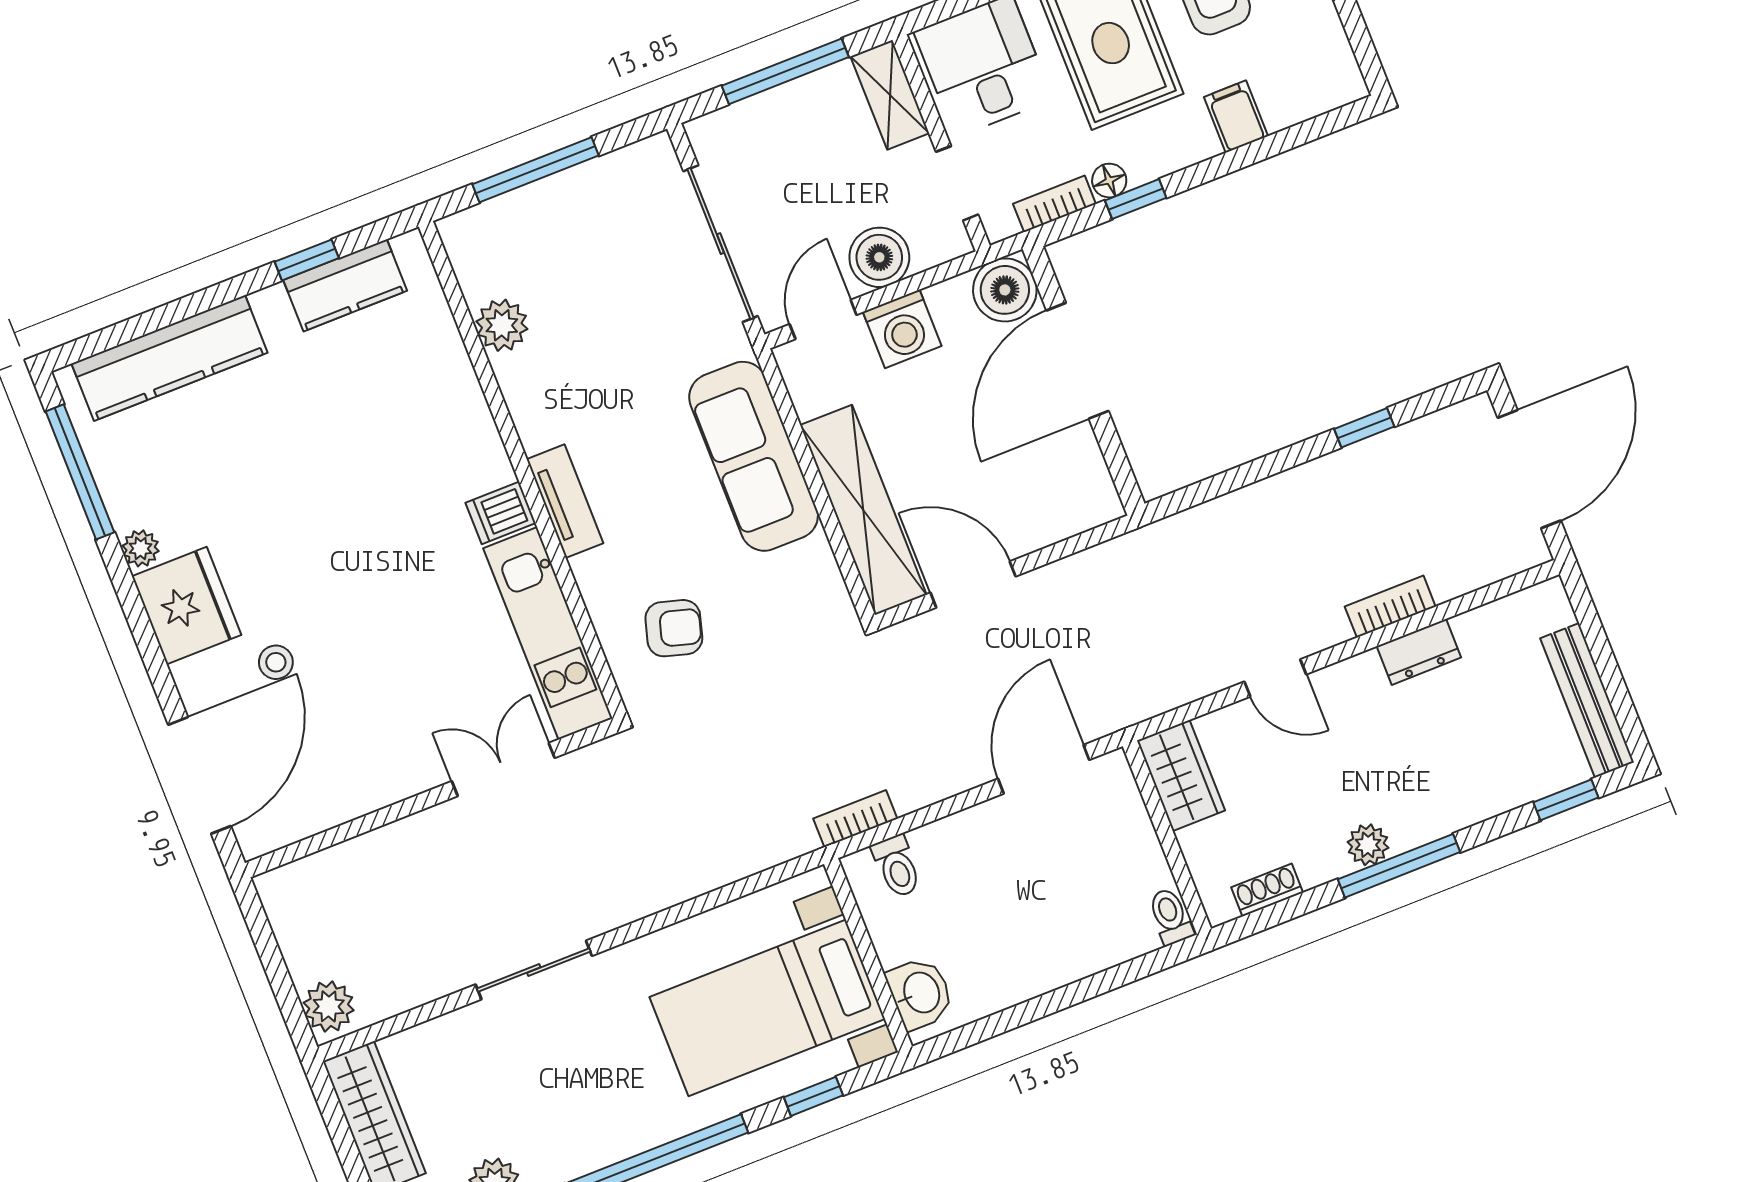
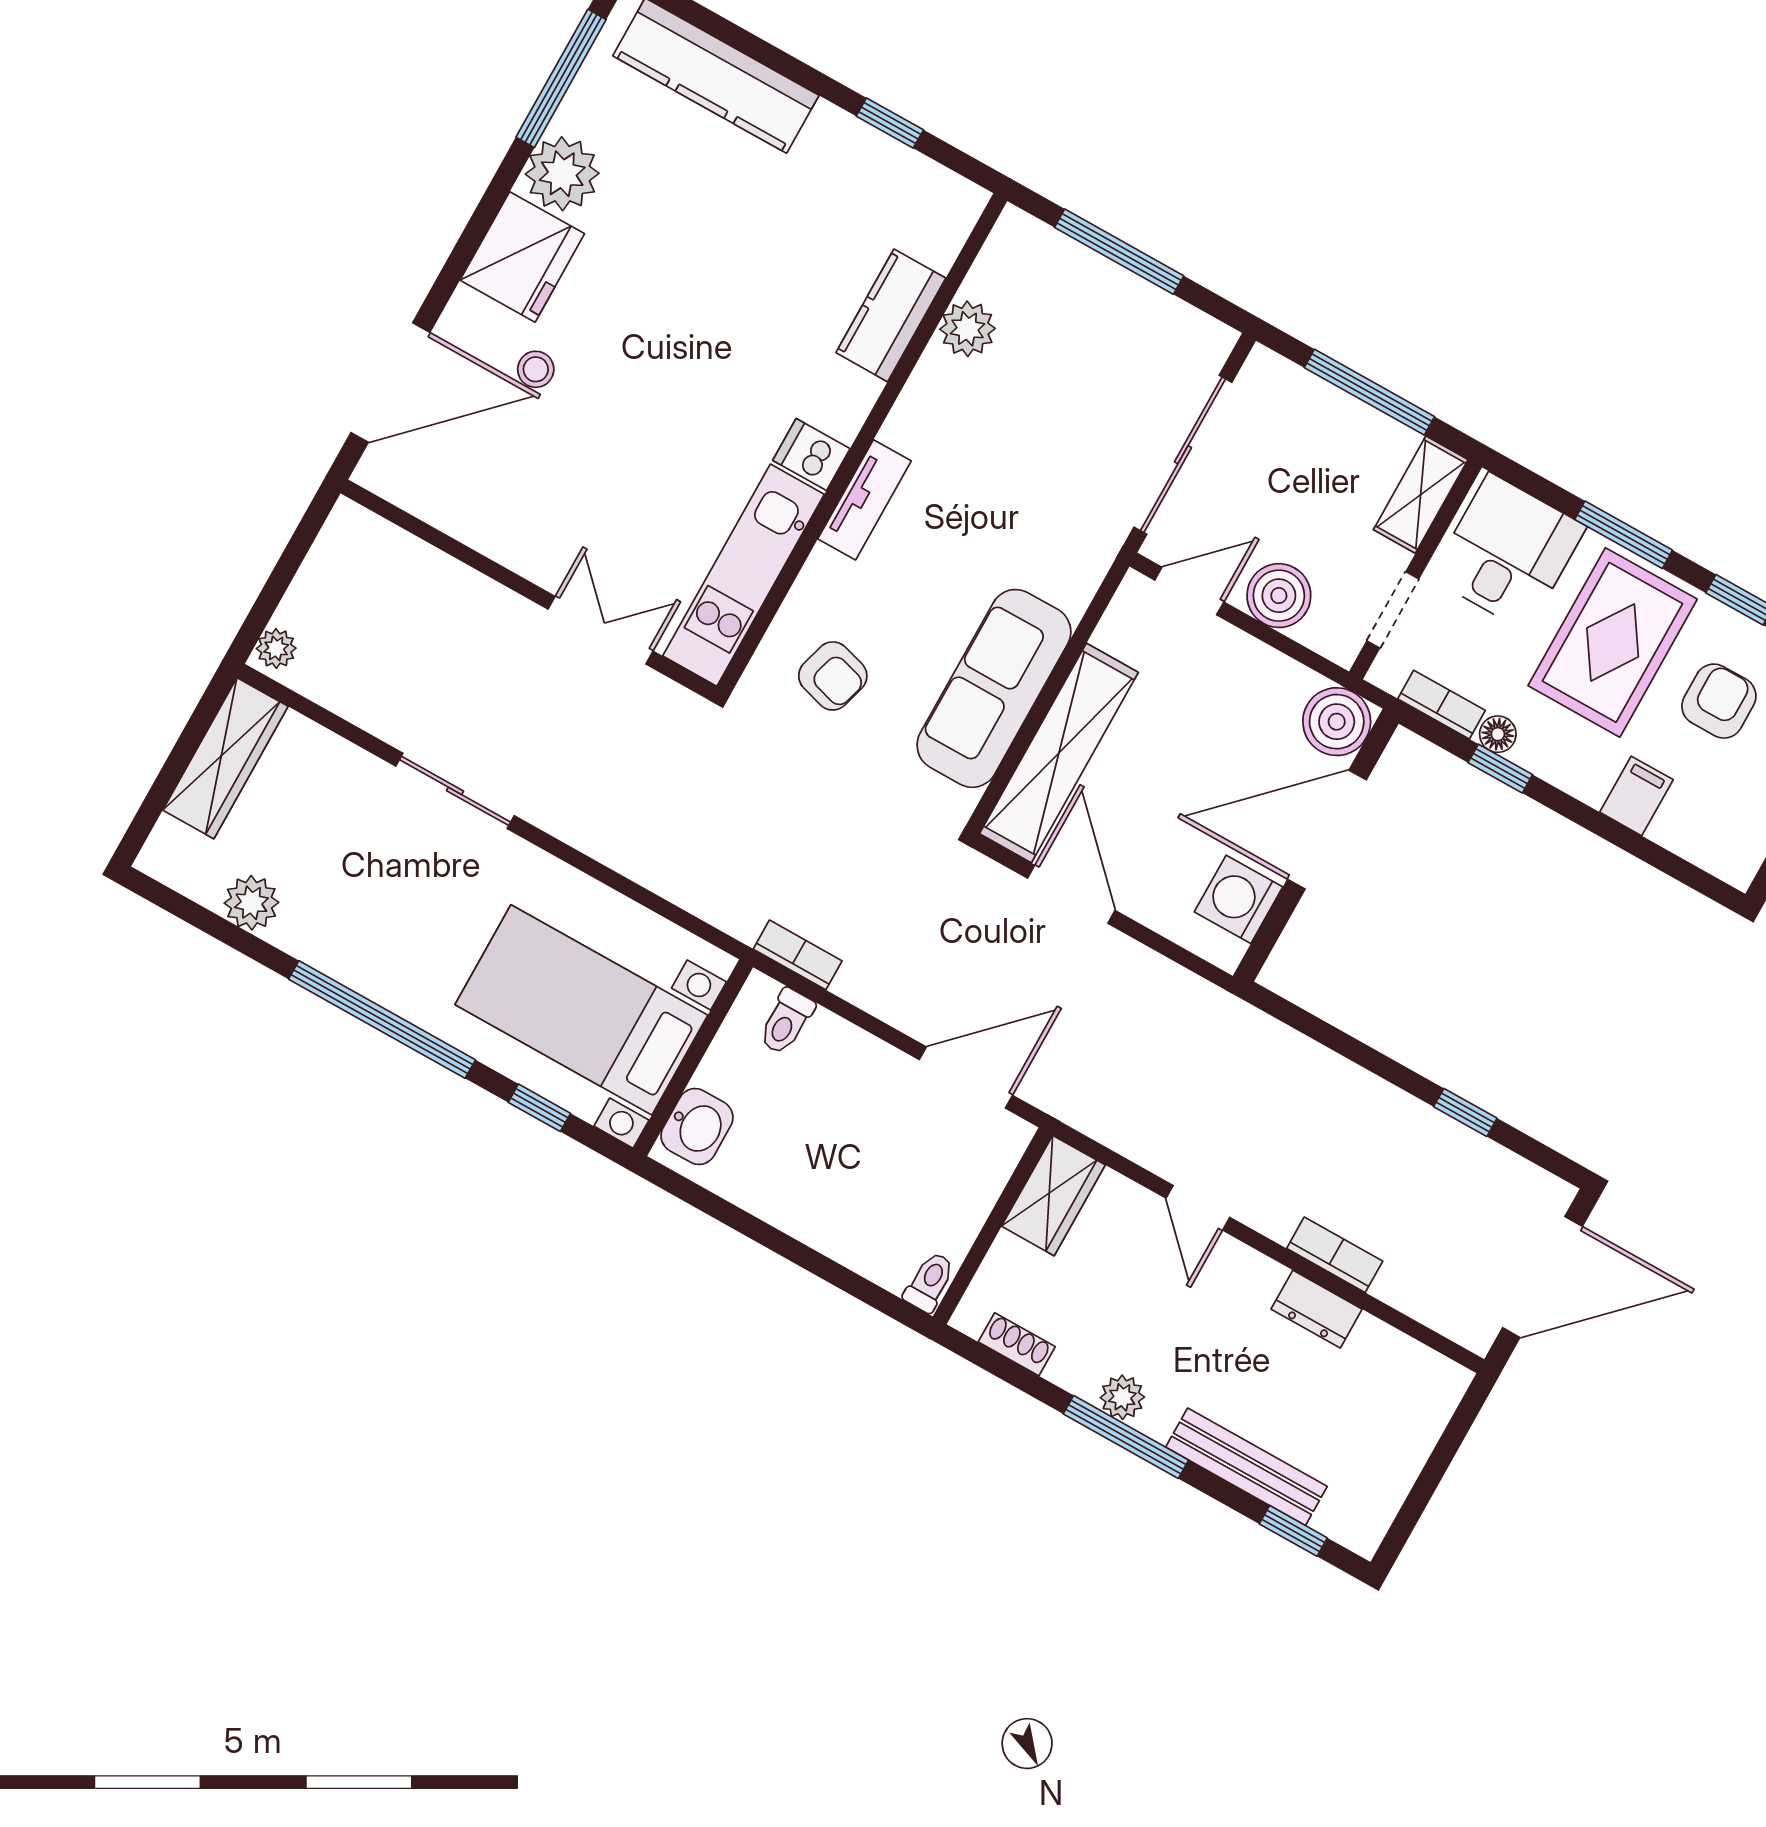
kitchen counter: (345, 285) -> (891, 315), moved, turned 90
washing machine: (902, 329) -> (1238, 899), moved, turned 90
sofa: (754, 456) -> (994, 688), moved
plant: (141, 548) -> (562, 174), width x1.87, depth x1.87
bench: (1587, 700) -> (1246, 1467), moved, turned 90
plant: (329, 1006) -> (276, 648), width x0.73, depth x0.73

